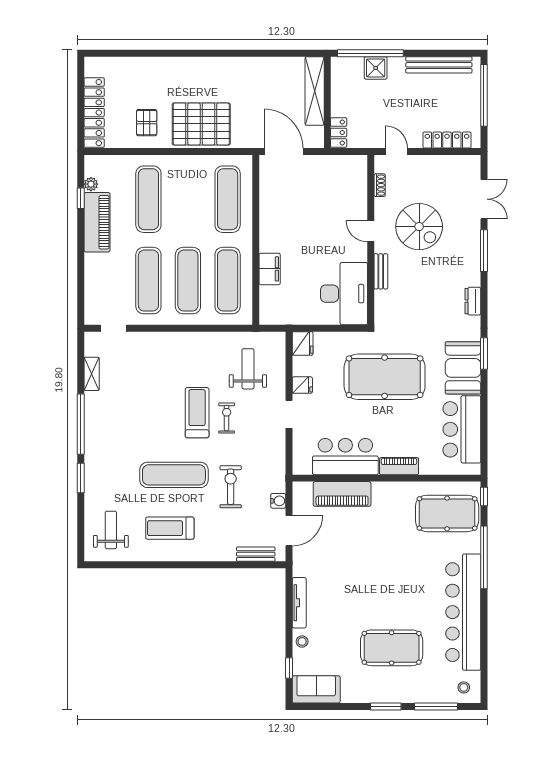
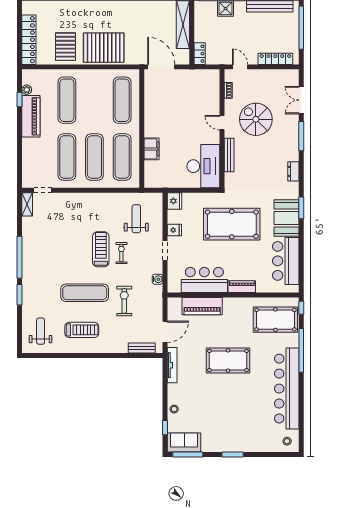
pallet: (147, 123) -> (66, 47), width x1.50, depth x1.42
double door: (484, 199) -> (301, 100), swing flipped
spiral stairs: (419, 227) -> (256, 119), turned 180
bench: (381, 271) -> (229, 155), width x1.36
shelving: (92, 374) -> (27, 204), moved
water cooler: (278, 501) -> (158, 279), moved
treadmill: (170, 528) -> (82, 330), turned 180
tv unit: (299, 603) -> (172, 365), moved
pool table: (392, 648) -> (228, 361), moved
window: (436, 706) -> (188, 454), moved

